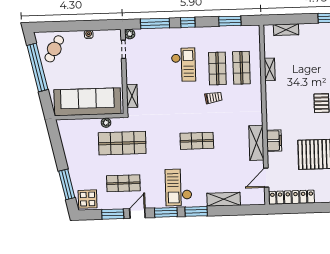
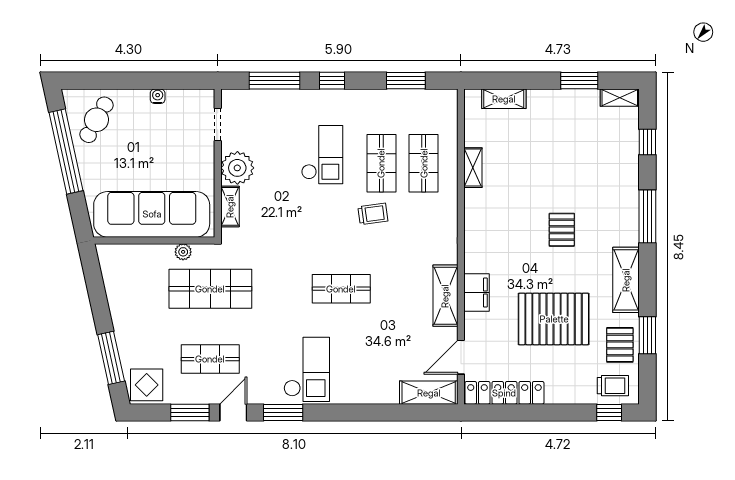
plant: (130, 34) -> (237, 168), moved, width x1.87, depth x1.87
checkout: (179, 187) -> (307, 369), turned 180
shelving: (224, 199) -> (429, 393), moved
window: (196, 211) -> (336, 412), removed

